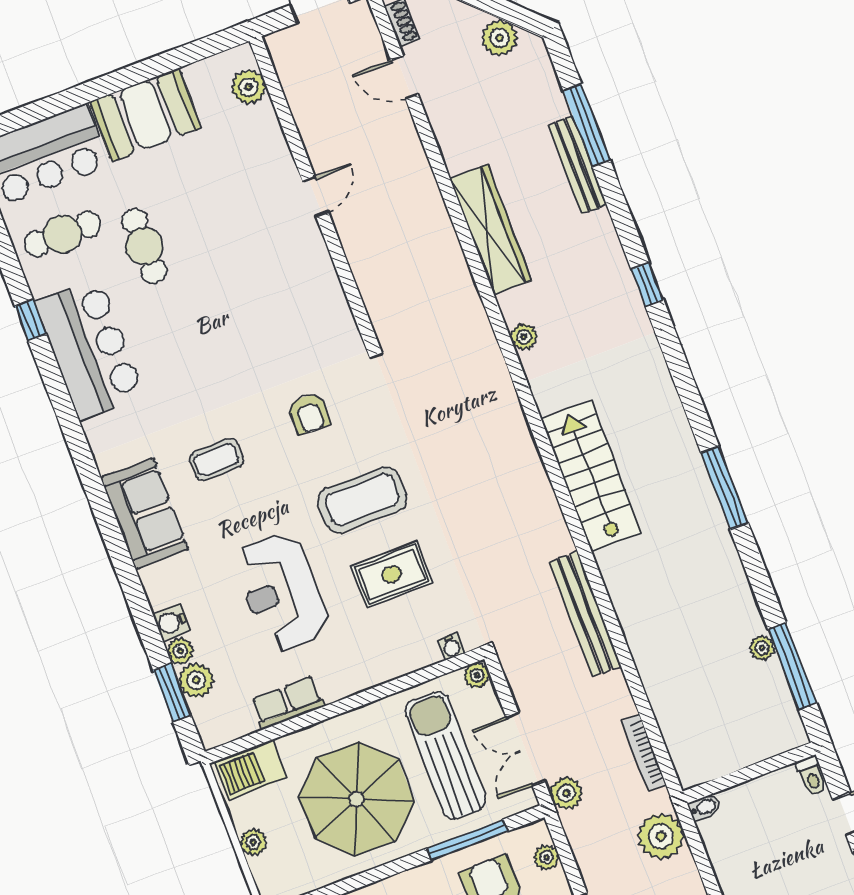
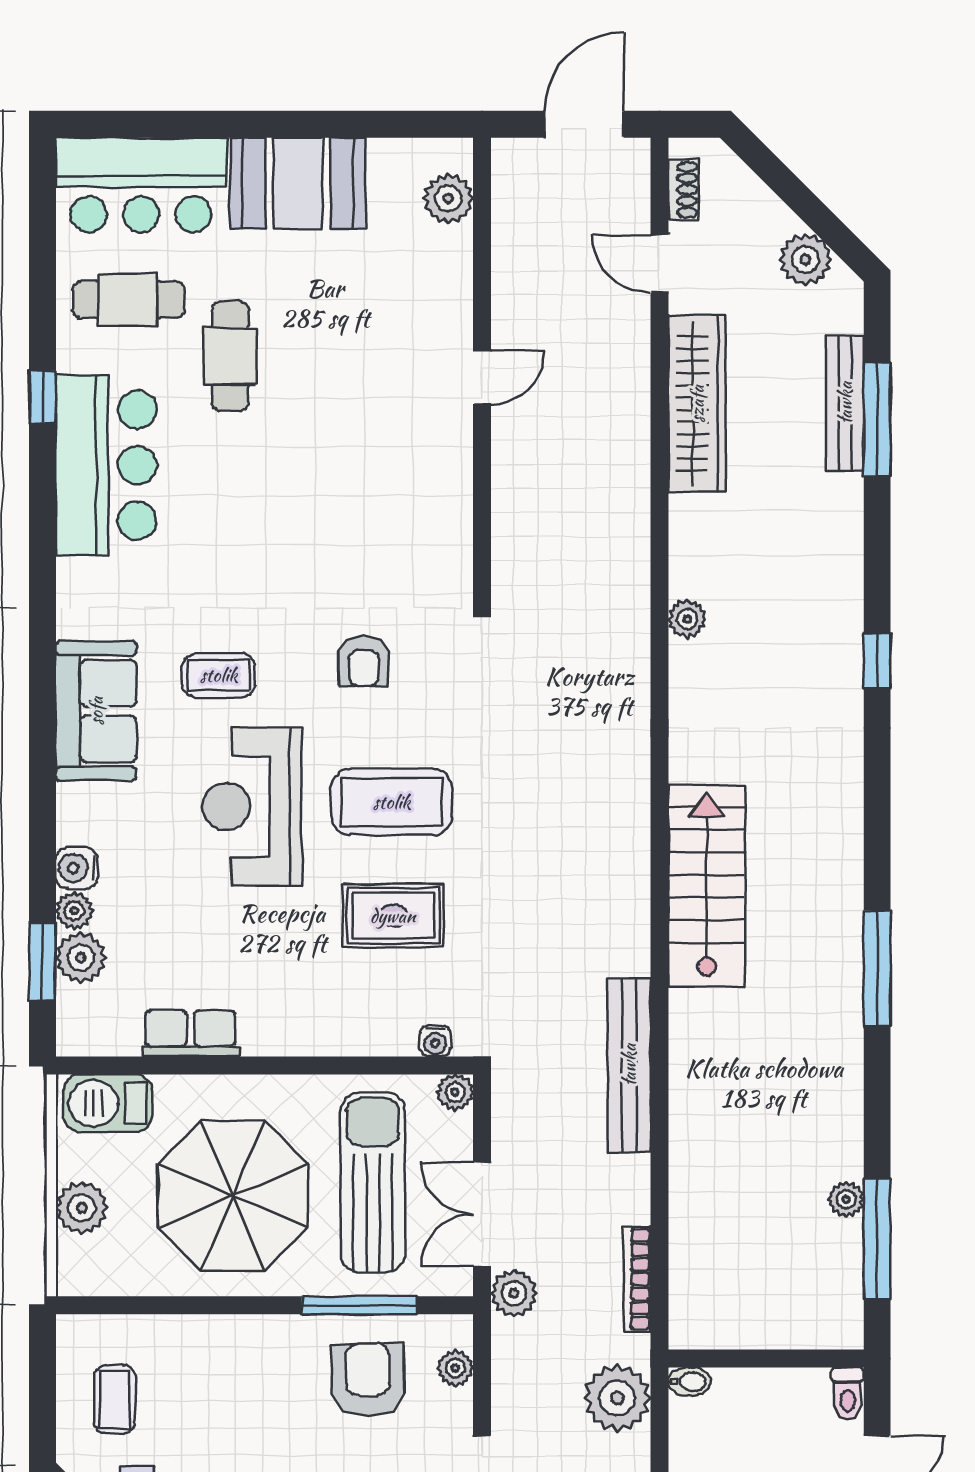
bench: (577, 165) -> (845, 403), moved
wardrobe: (490, 230) -> (697, 404), moved
plant: (524, 337) -> (687, 619), moved
reception desk: (282, 592) -> (252, 807), moved
plant: (253, 842) -> (82, 1208), width x1.38, depth x1.38

